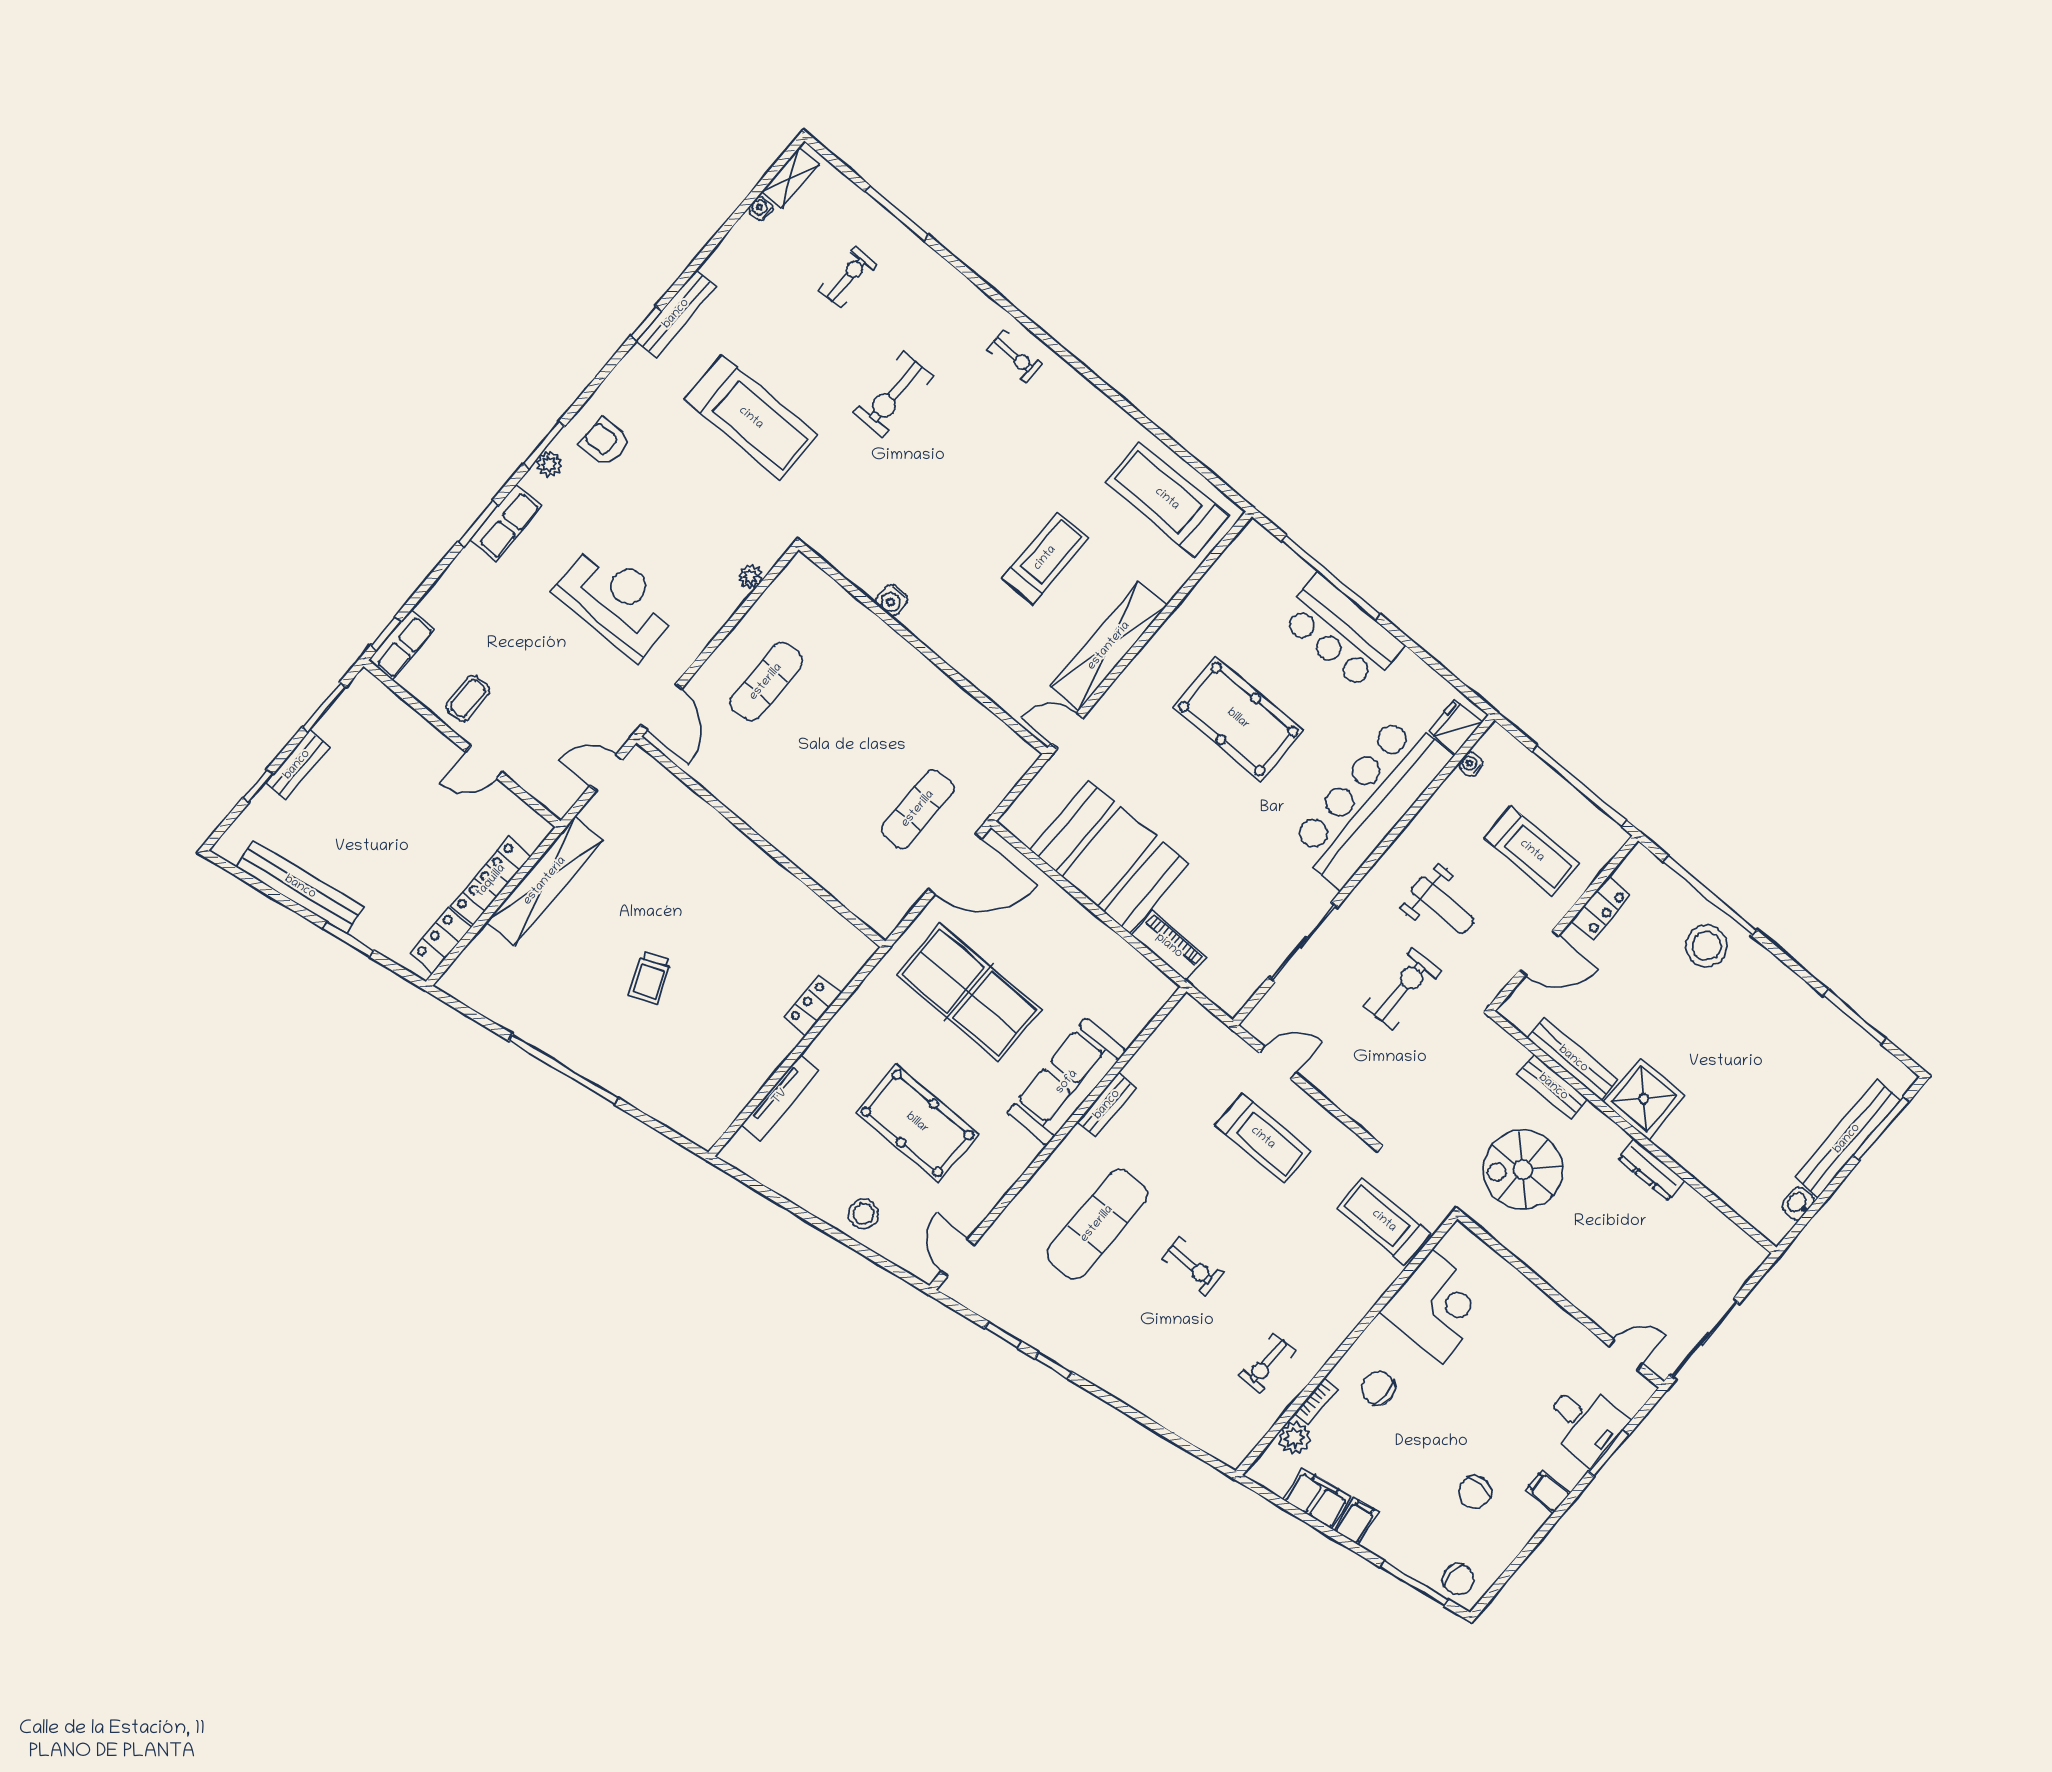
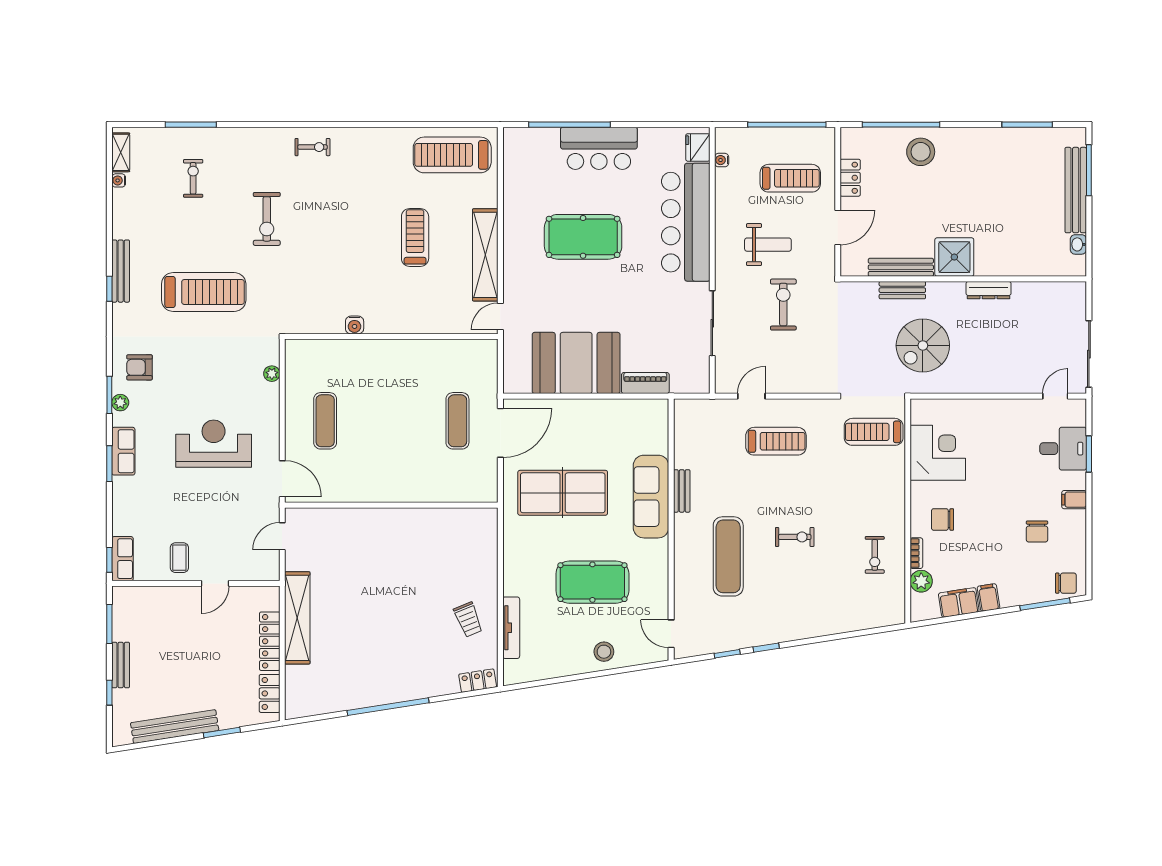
trolley: (650, 978) -> (468, 620), moved
locker: (813, 1006) -> (478, 681), moved, turned 81

